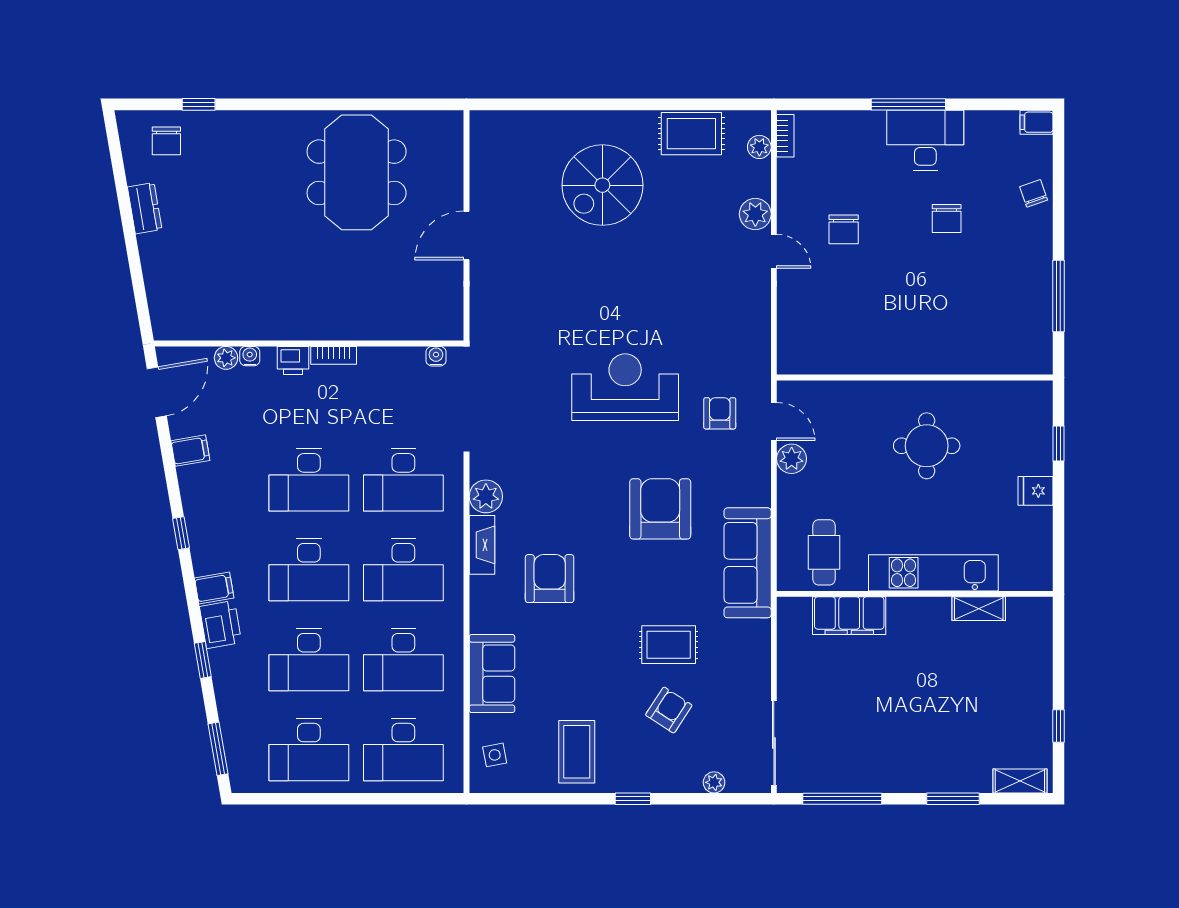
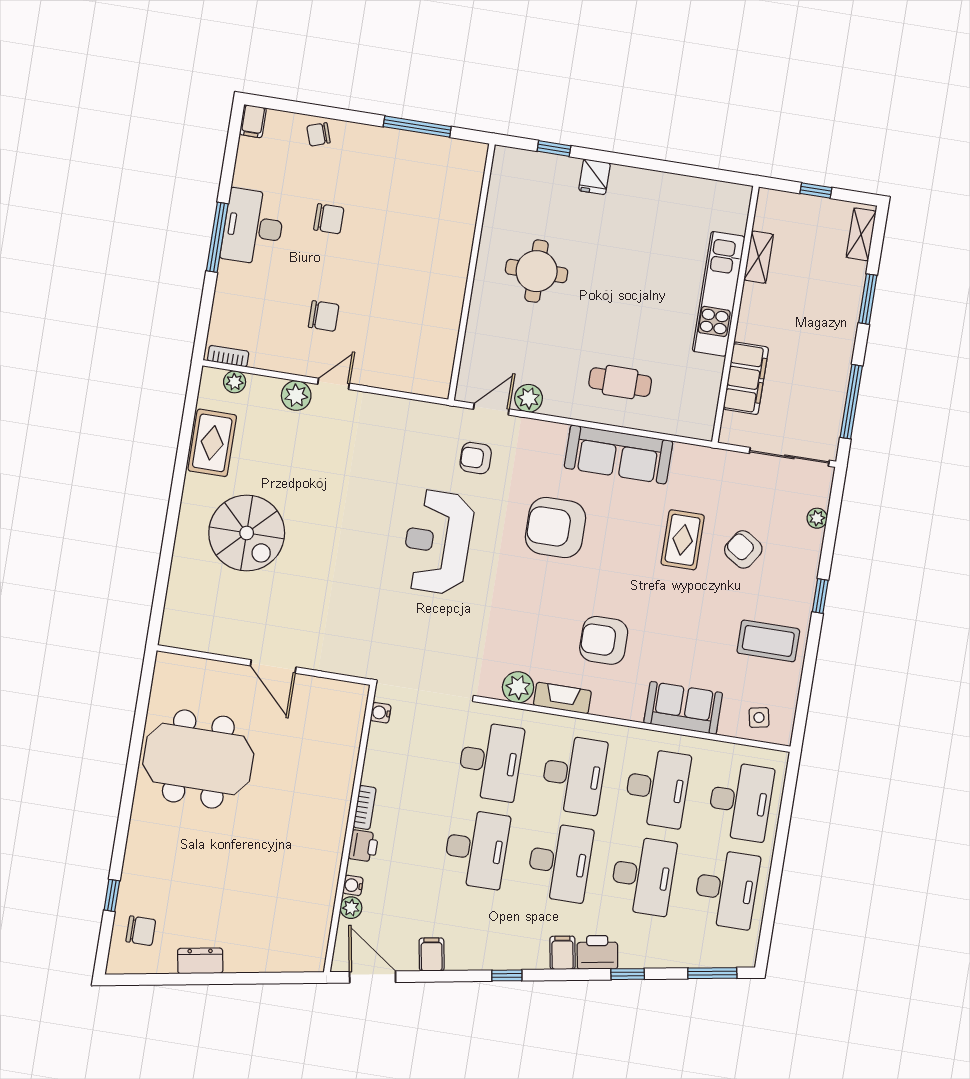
kitchen unit: (933, 573) -> (719, 294), moved
wall: (915, 594) -> (735, 314), moved
shelving: (979, 609) -> (759, 257), moved
filing cabinet: (849, 616) -> (746, 378), moved

